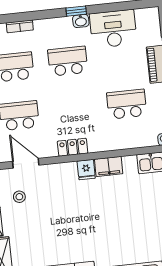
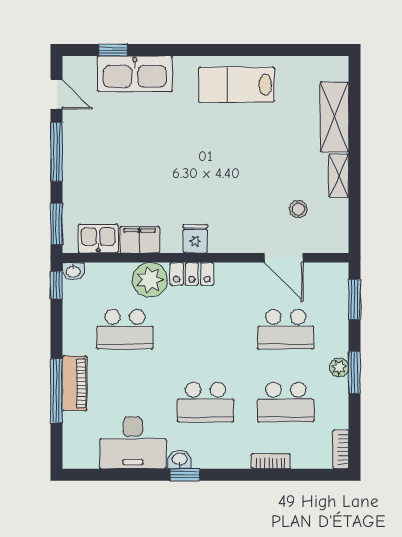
plant: (114, 139) -> (150, 280), added
locker: (73, 147) -> (192, 274), moved
filing cabinet: (109, 166) -> (140, 240), moved

